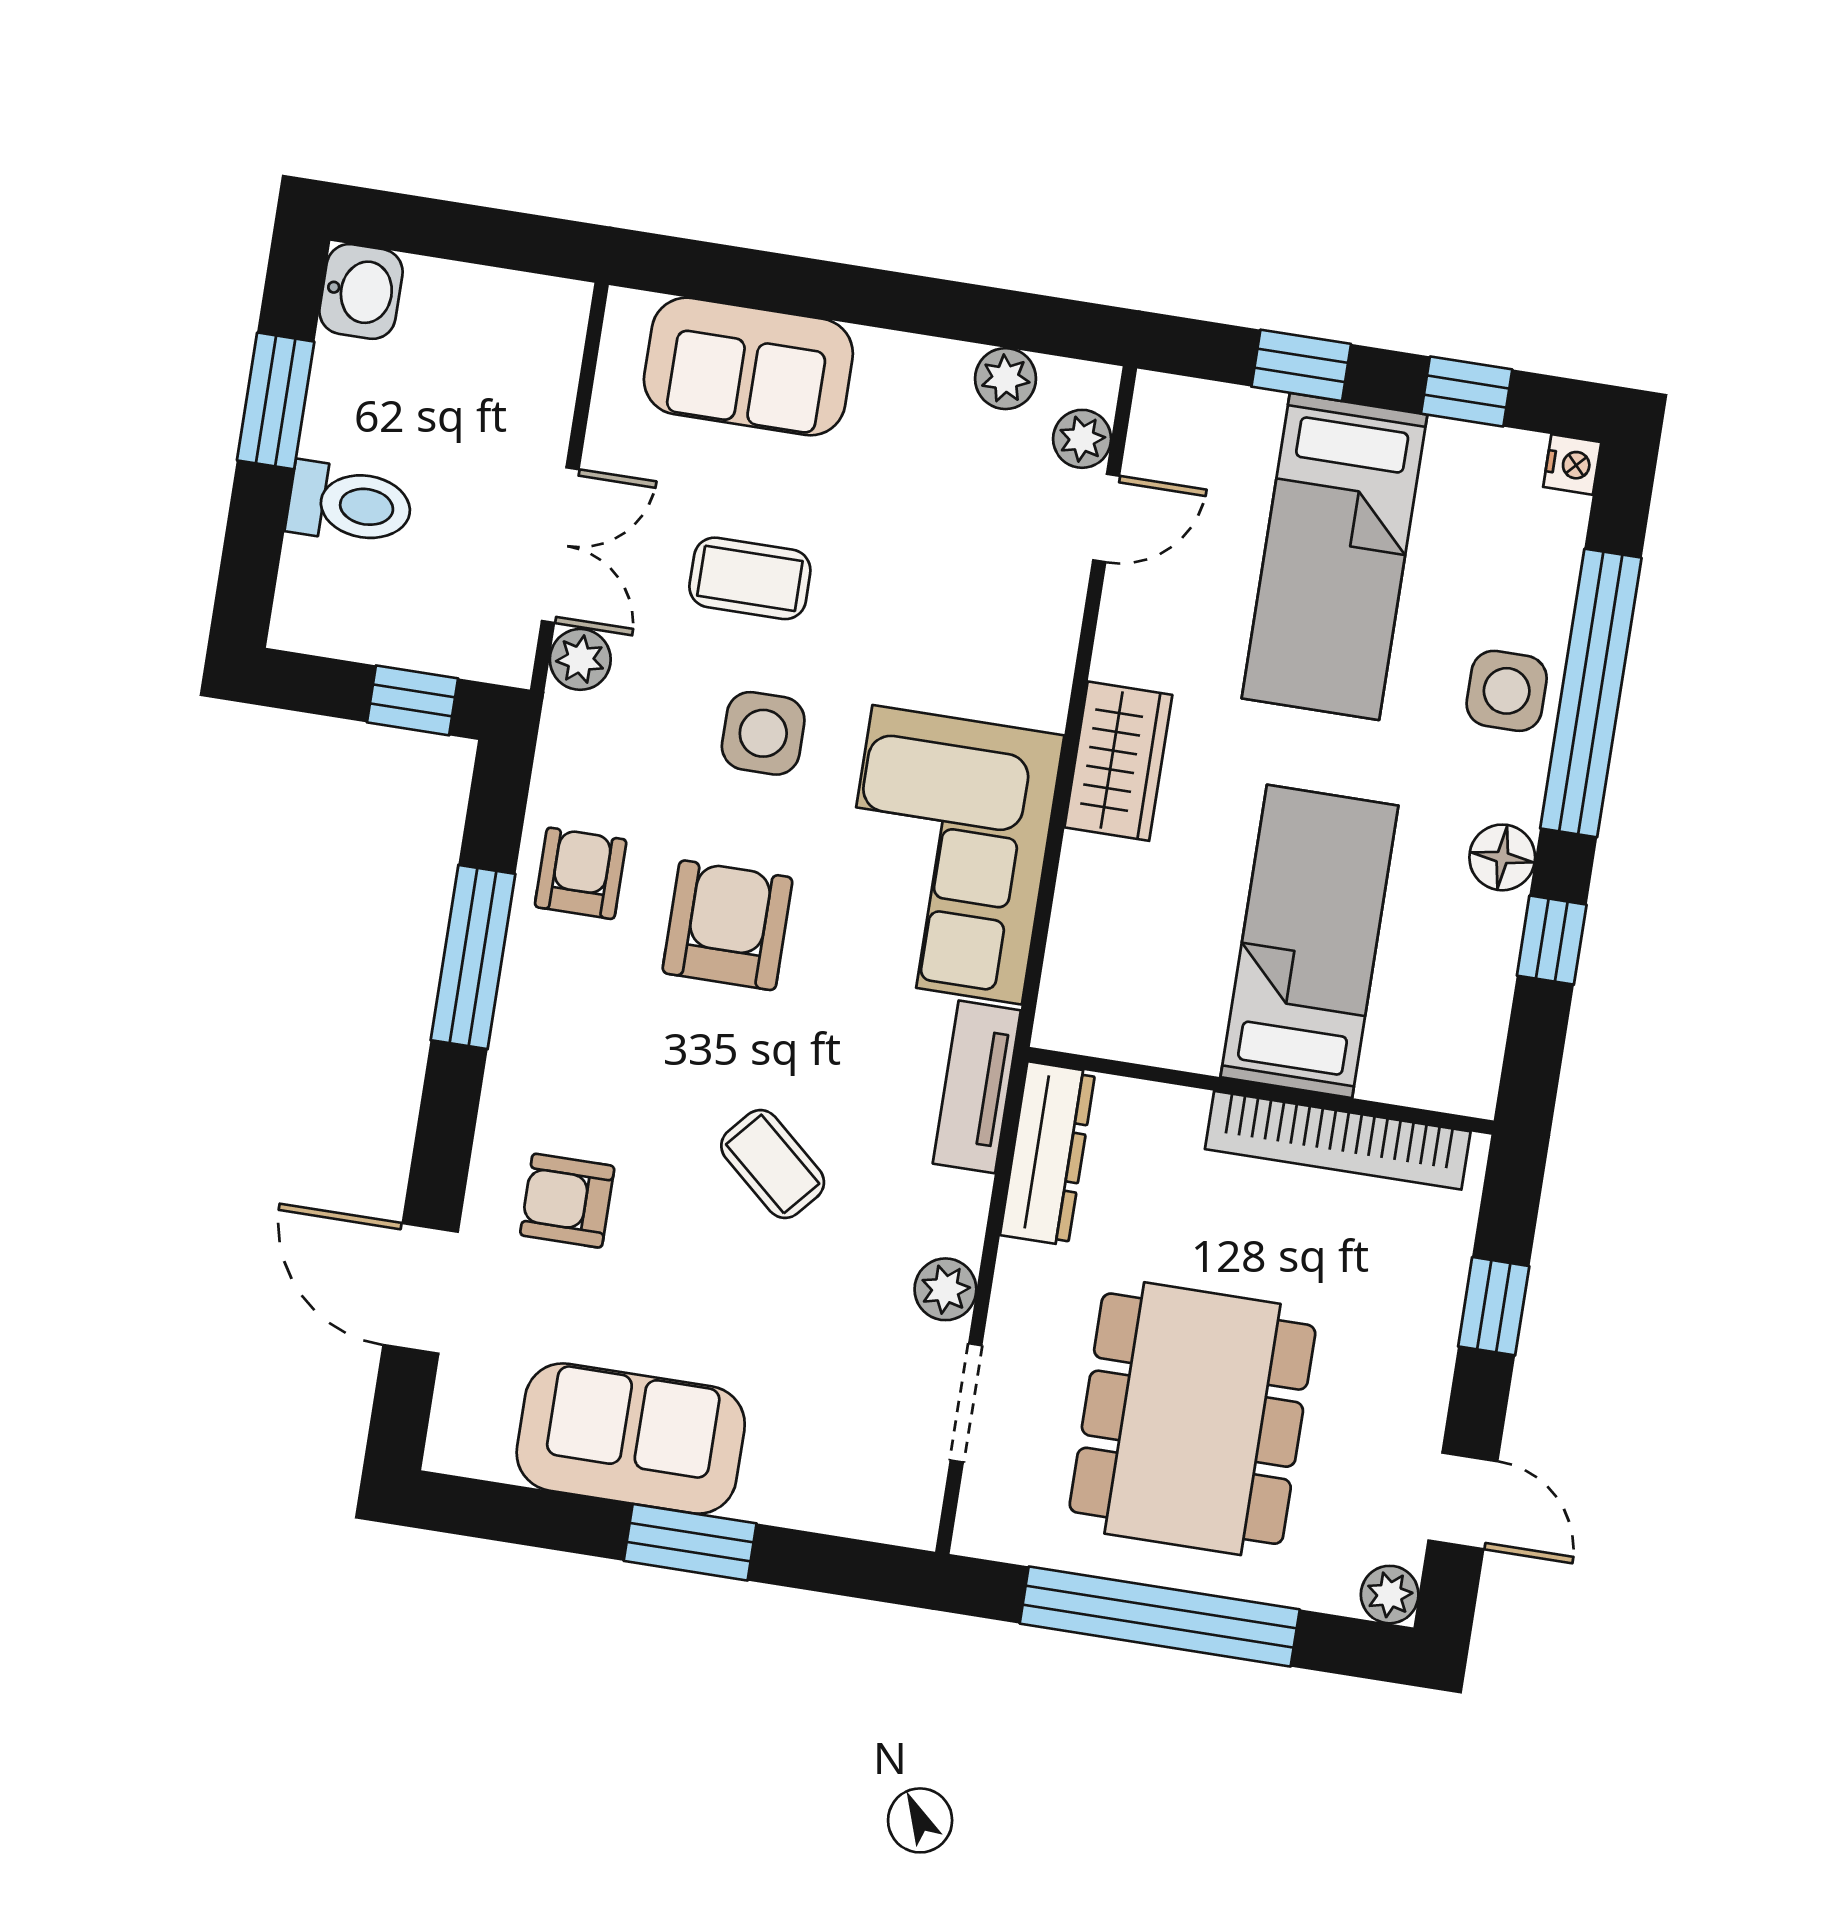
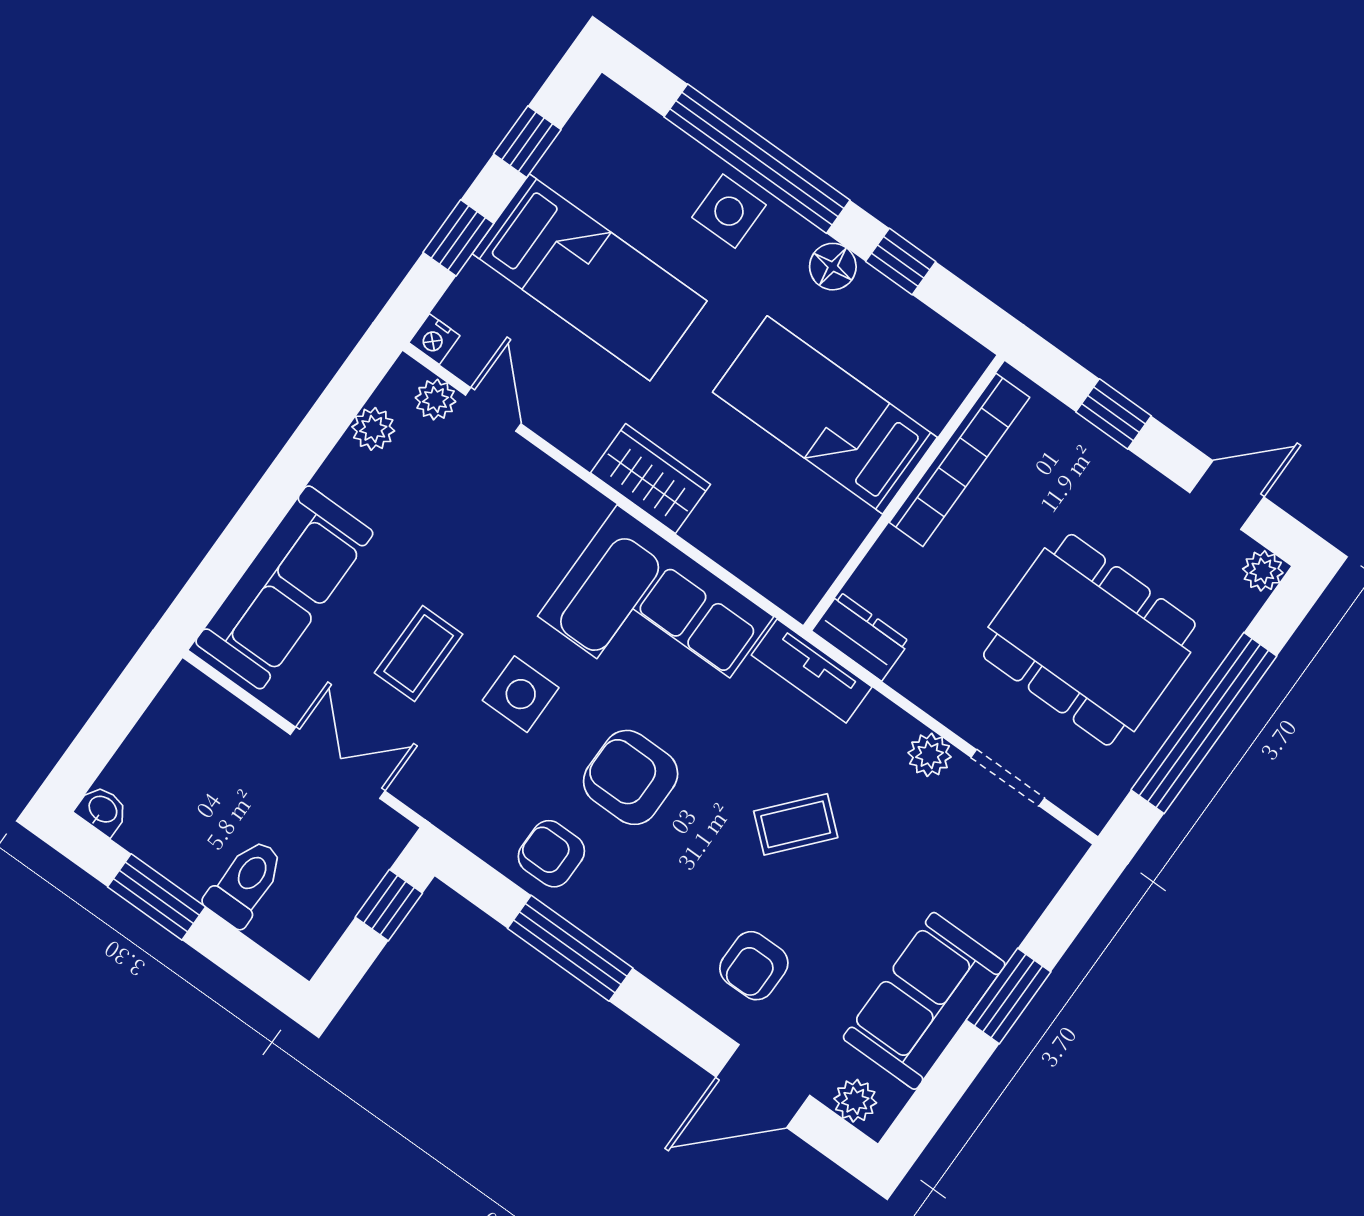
washbasin: (361, 291) -> (102, 810), width x0.72, depth x0.69
sofa: (748, 367) -> (284, 587), width x1.36
nightstand: (1572, 465) -> (434, 339), moved, turned 180
plant: (580, 659) -> (855, 1101), moved
dresser: (1048, 1154) -> (861, 636), width x0.70

